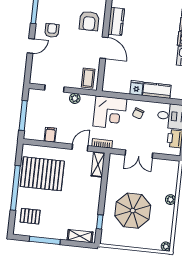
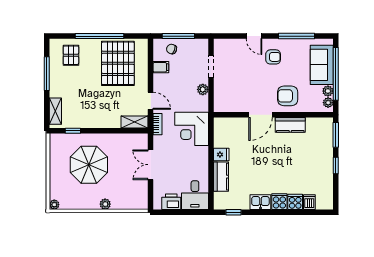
coffee table: (88, 78) -> (226, 101), removed
chair: (138, 113) -> (172, 49), moved

